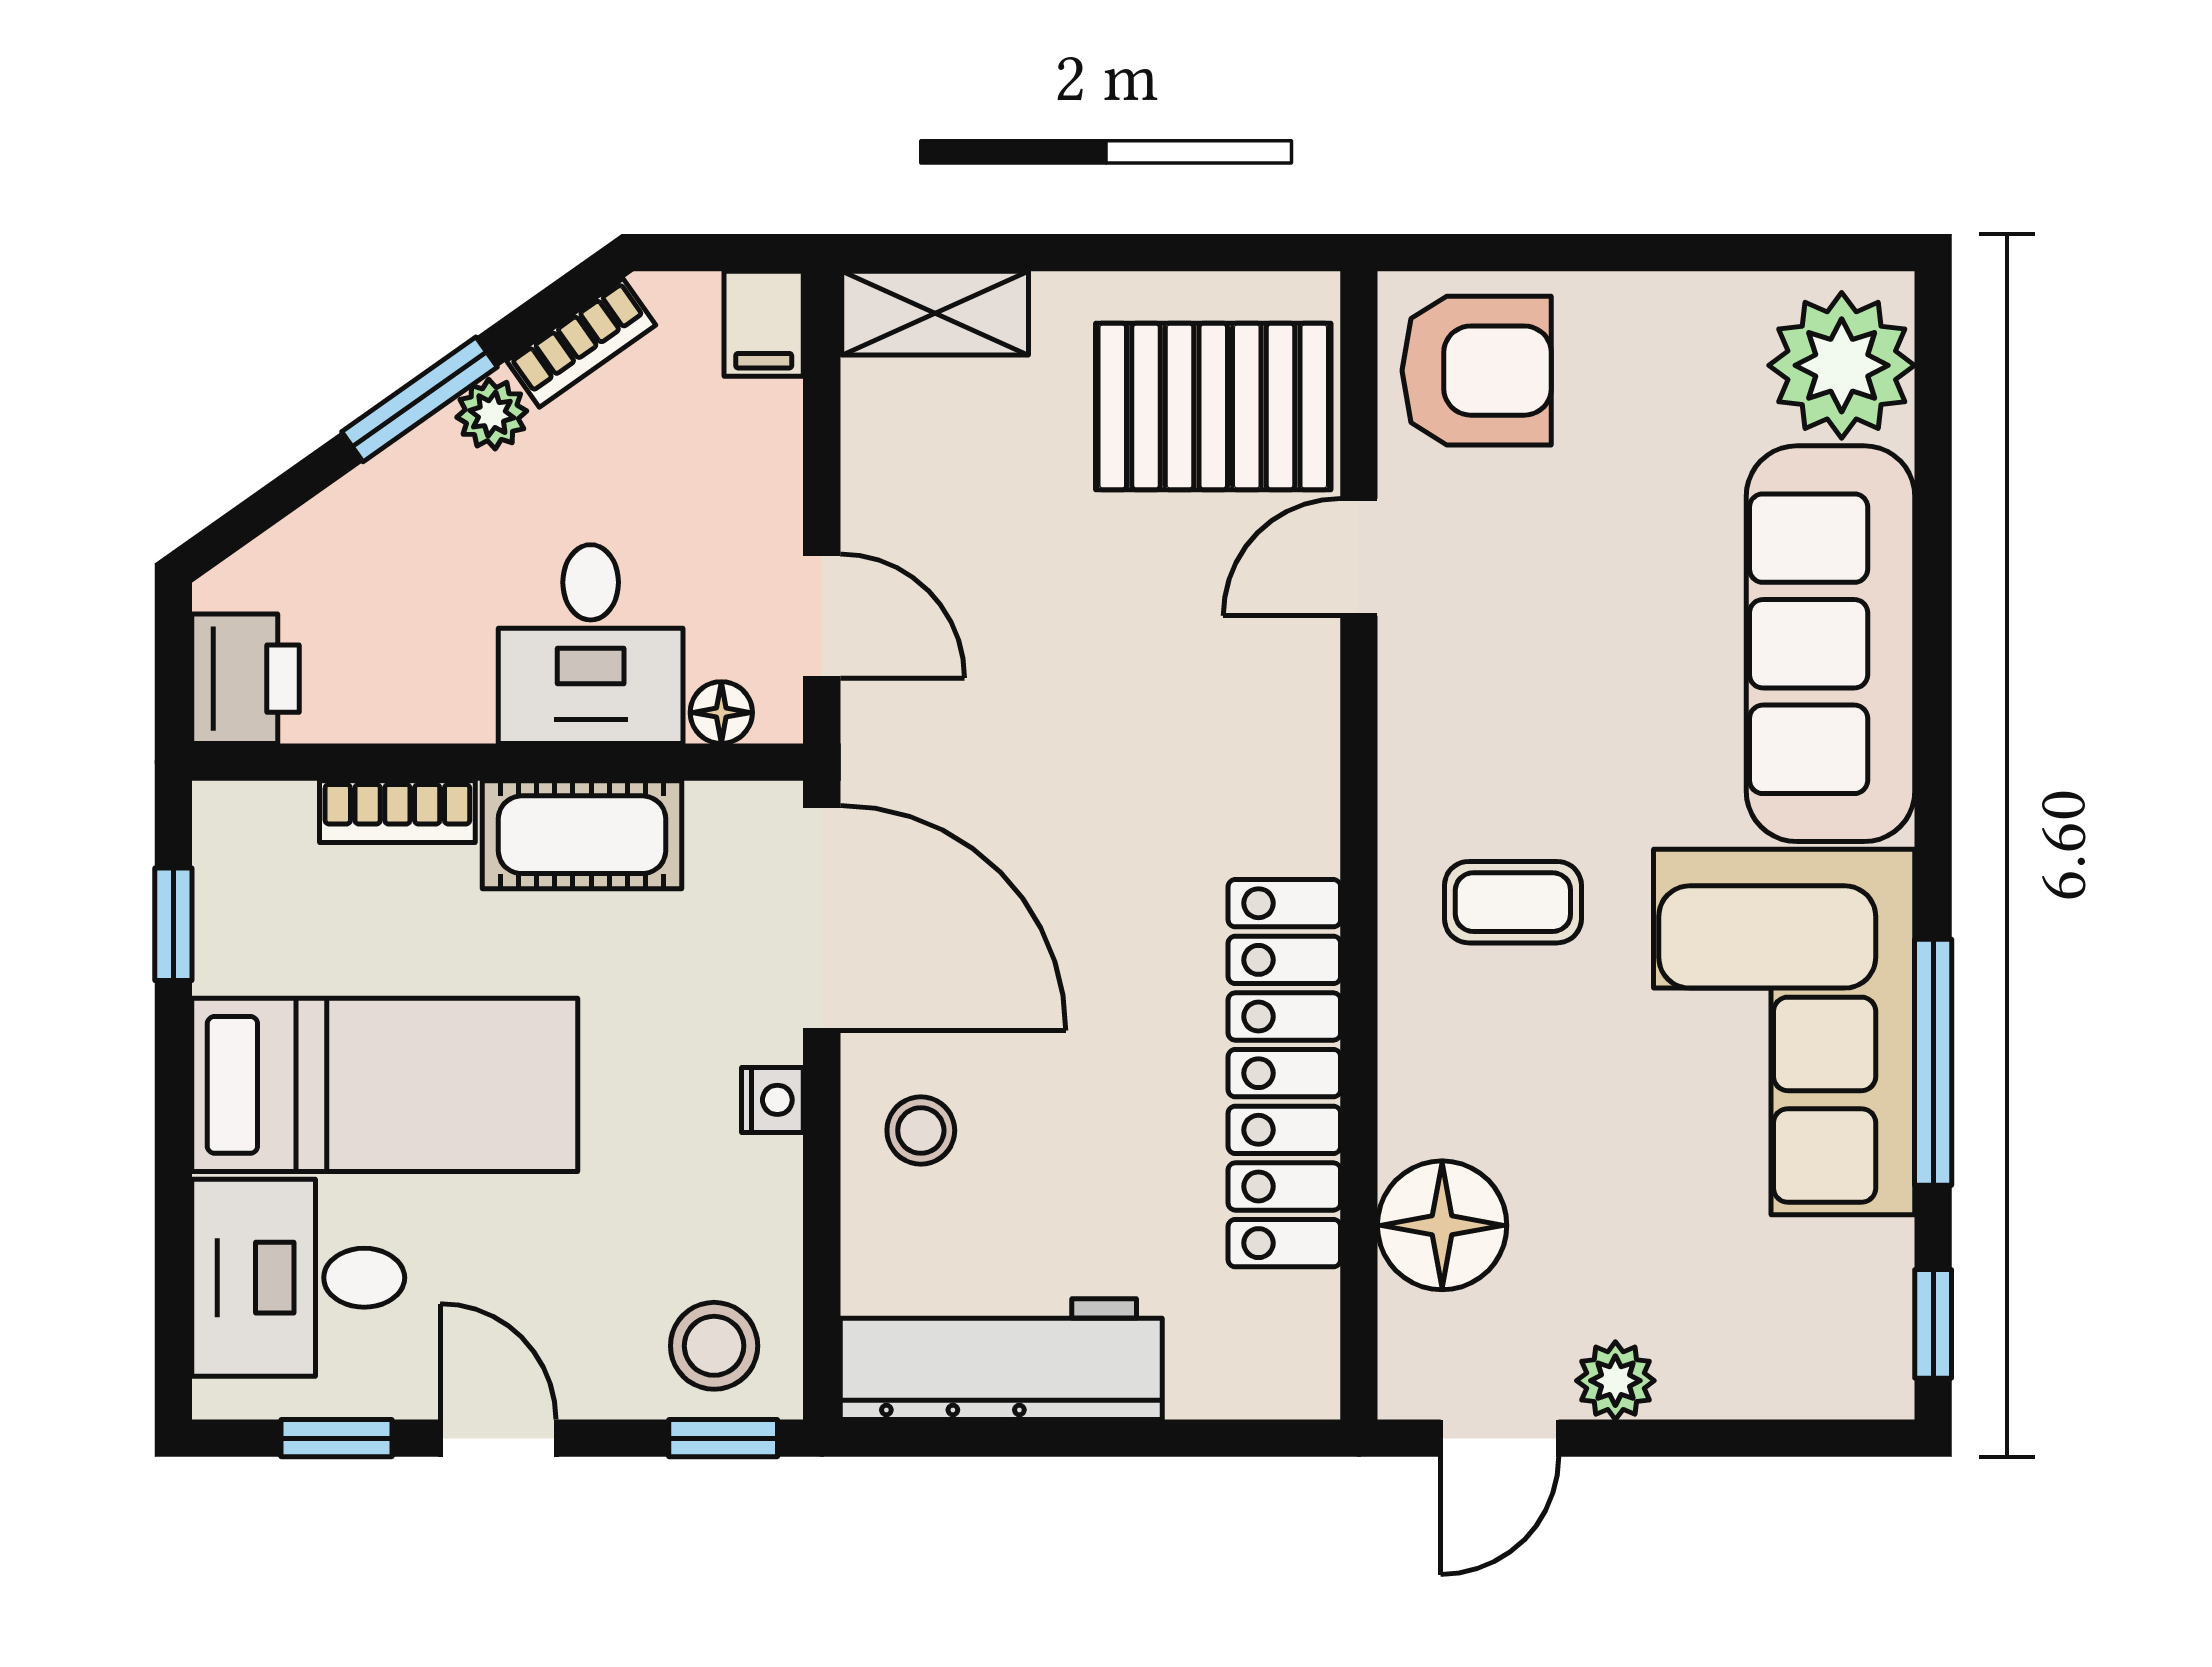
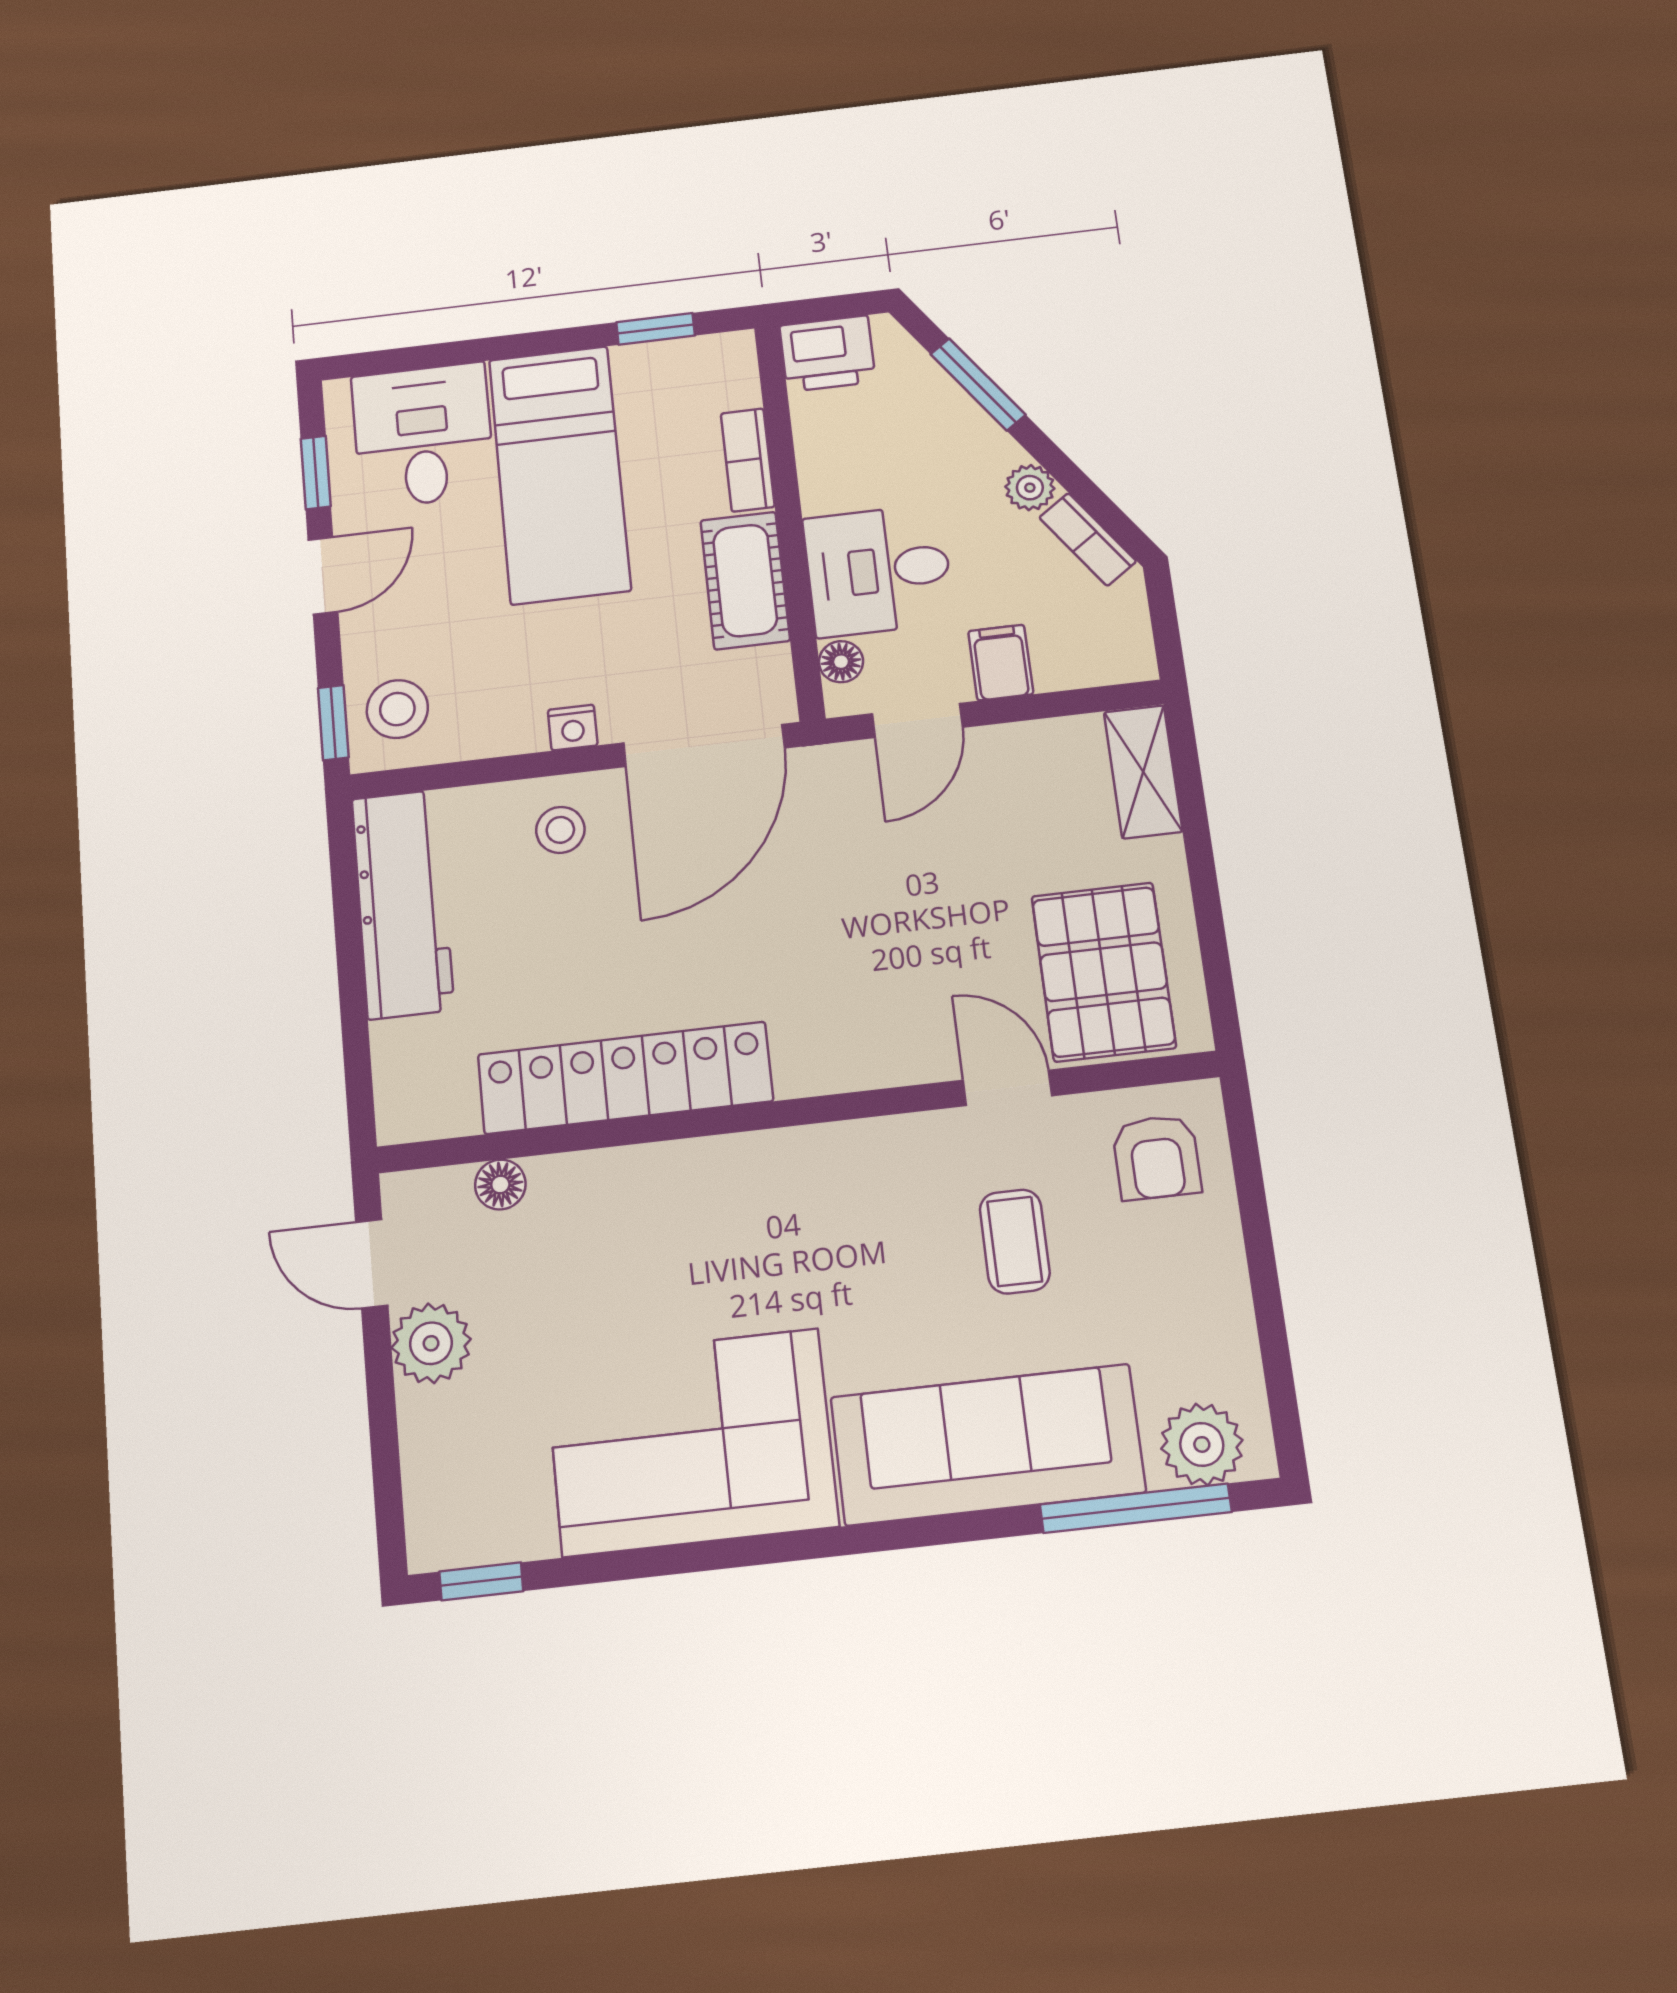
filing cabinet: (764, 324) -> (1001, 663), moved, turned 90
plant: (1842, 365) -> (1202, 1444), width x0.73, depth x0.73
armchair: (1477, 371) -> (1157, 1157), width x0.72, depth x0.72
window: (420, 399) -> (978, 384), moved
coffee table: (1513, 902) -> (1015, 1241), moved
window: (1933, 1062) -> (1136, 1508), moved
floor lamp: (1442, 1225) -> (500, 1184), width x0.53, depth x0.53
plant: (1615, 1381) -> (431, 1343), width x1.38, depth x1.38

